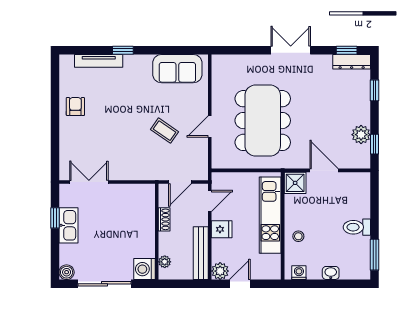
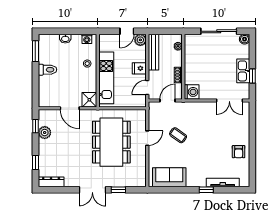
window: (347, 50) -> (118, 190), moved
washing machine: (145, 269) -> (192, 92), moved

